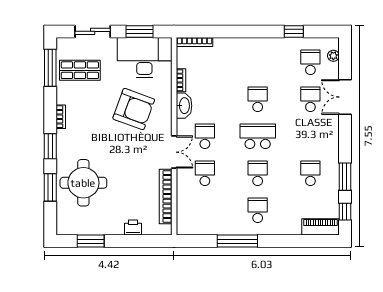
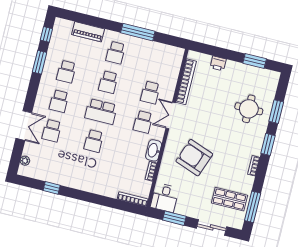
desk: (144, 58) -> (165, 198), width x0.53, depth x0.77
school desk: (310, 62) -> (59, 101), moved
round table: (83, 183) -> (249, 109), width x0.73, depth x0.73
piano: (320, 227) -> (88, 32), moved

